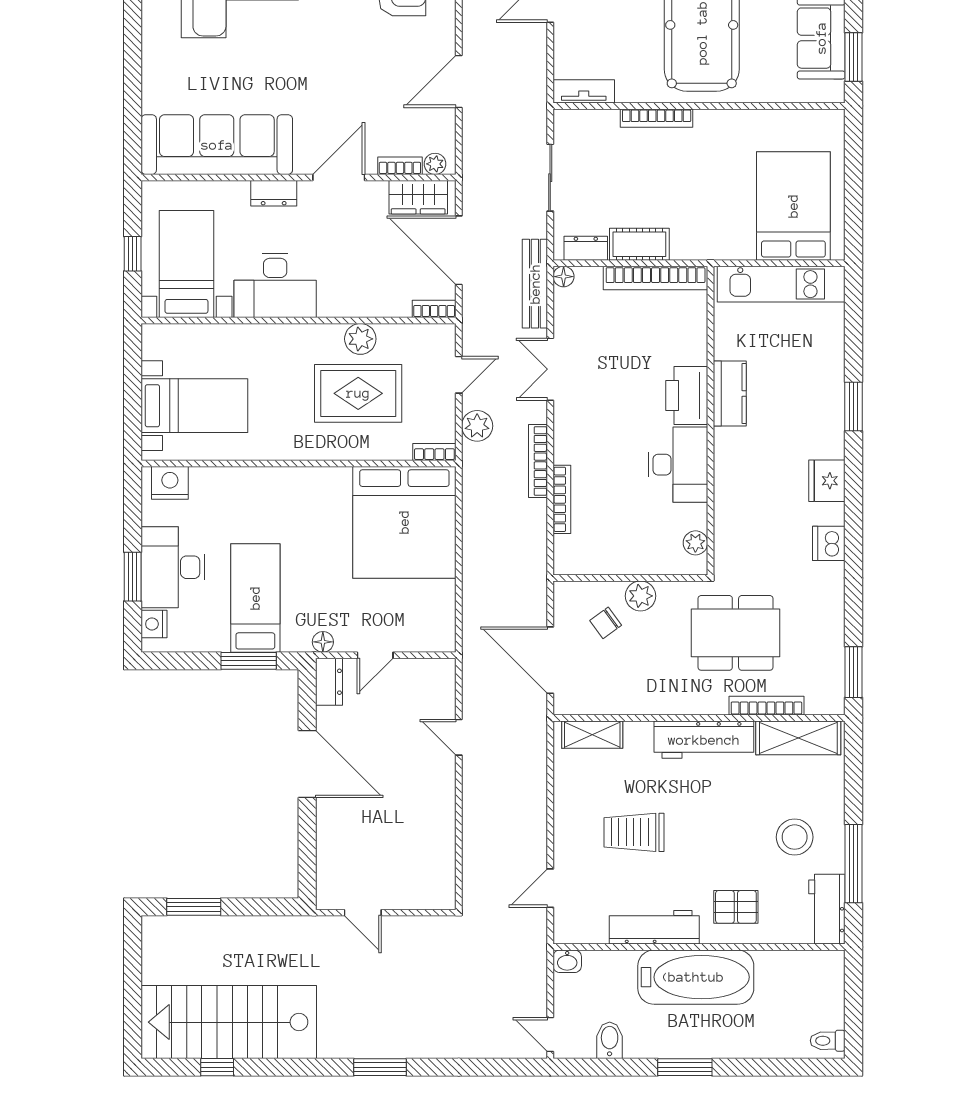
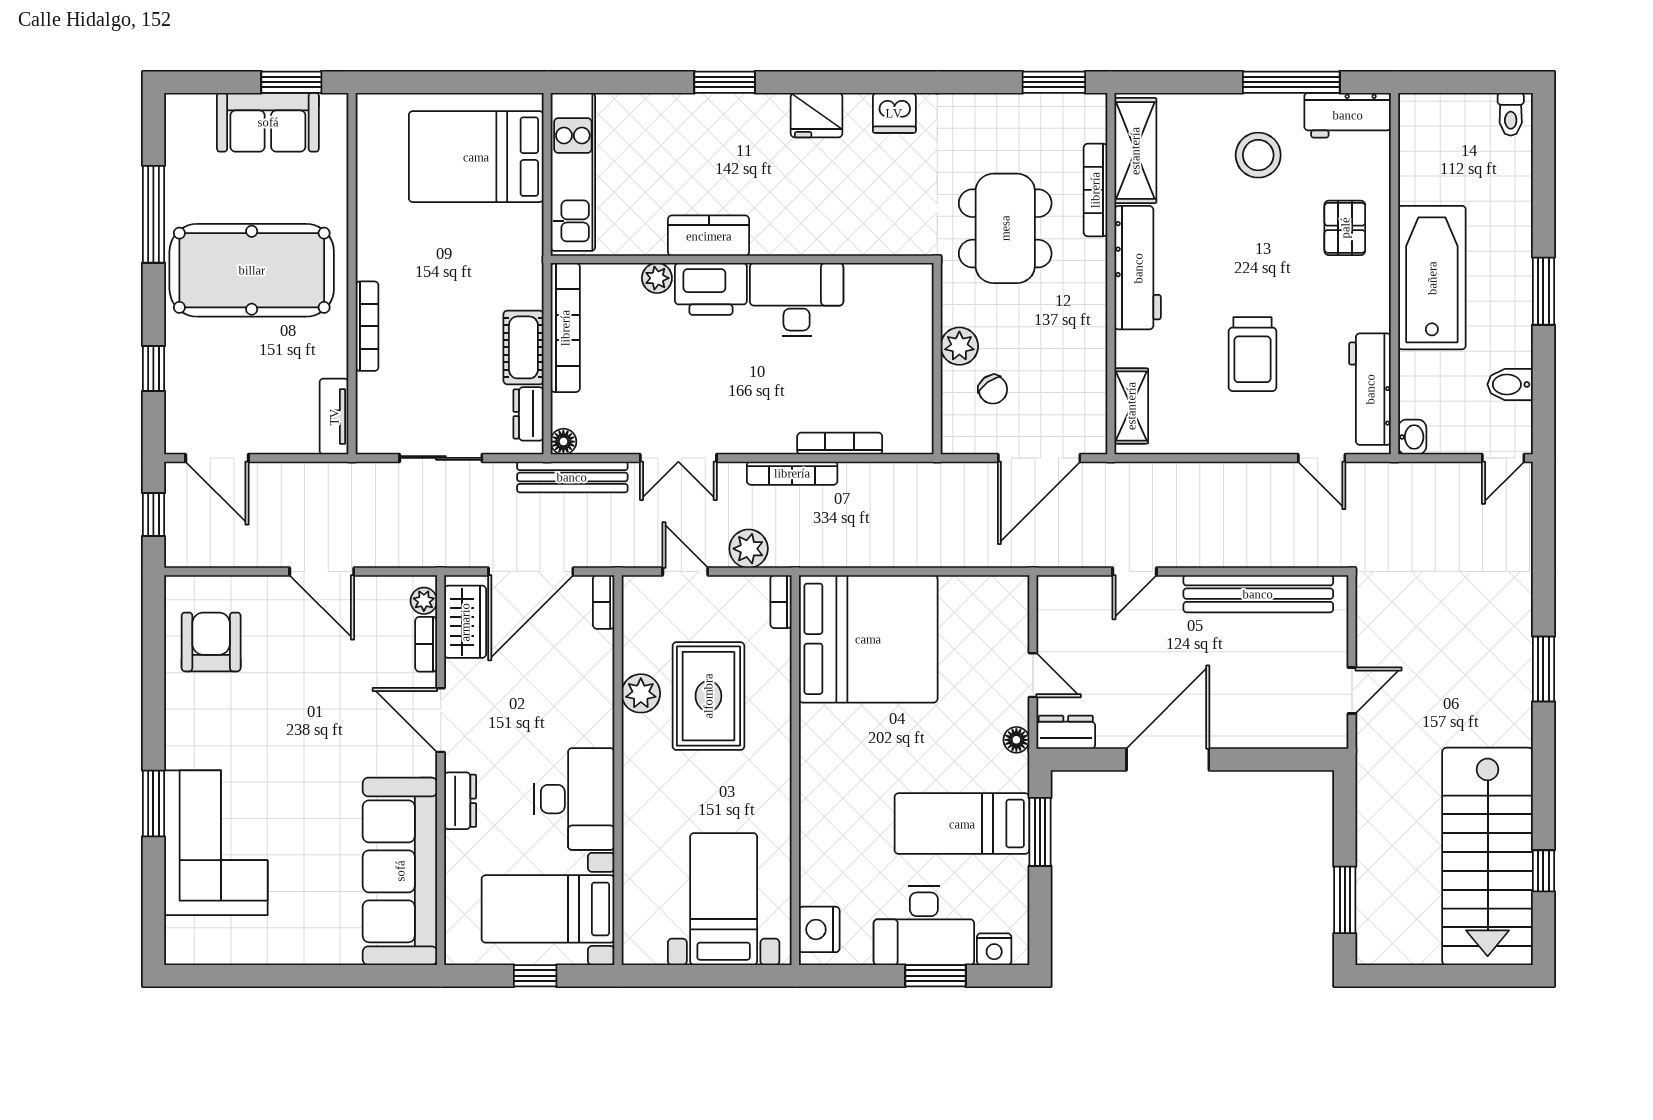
plant: (695, 543) -> (657, 278), moved
bench: (441, 837) -> (1258, 594), added
workbench: (654, 927) -> (1370, 389), moved

